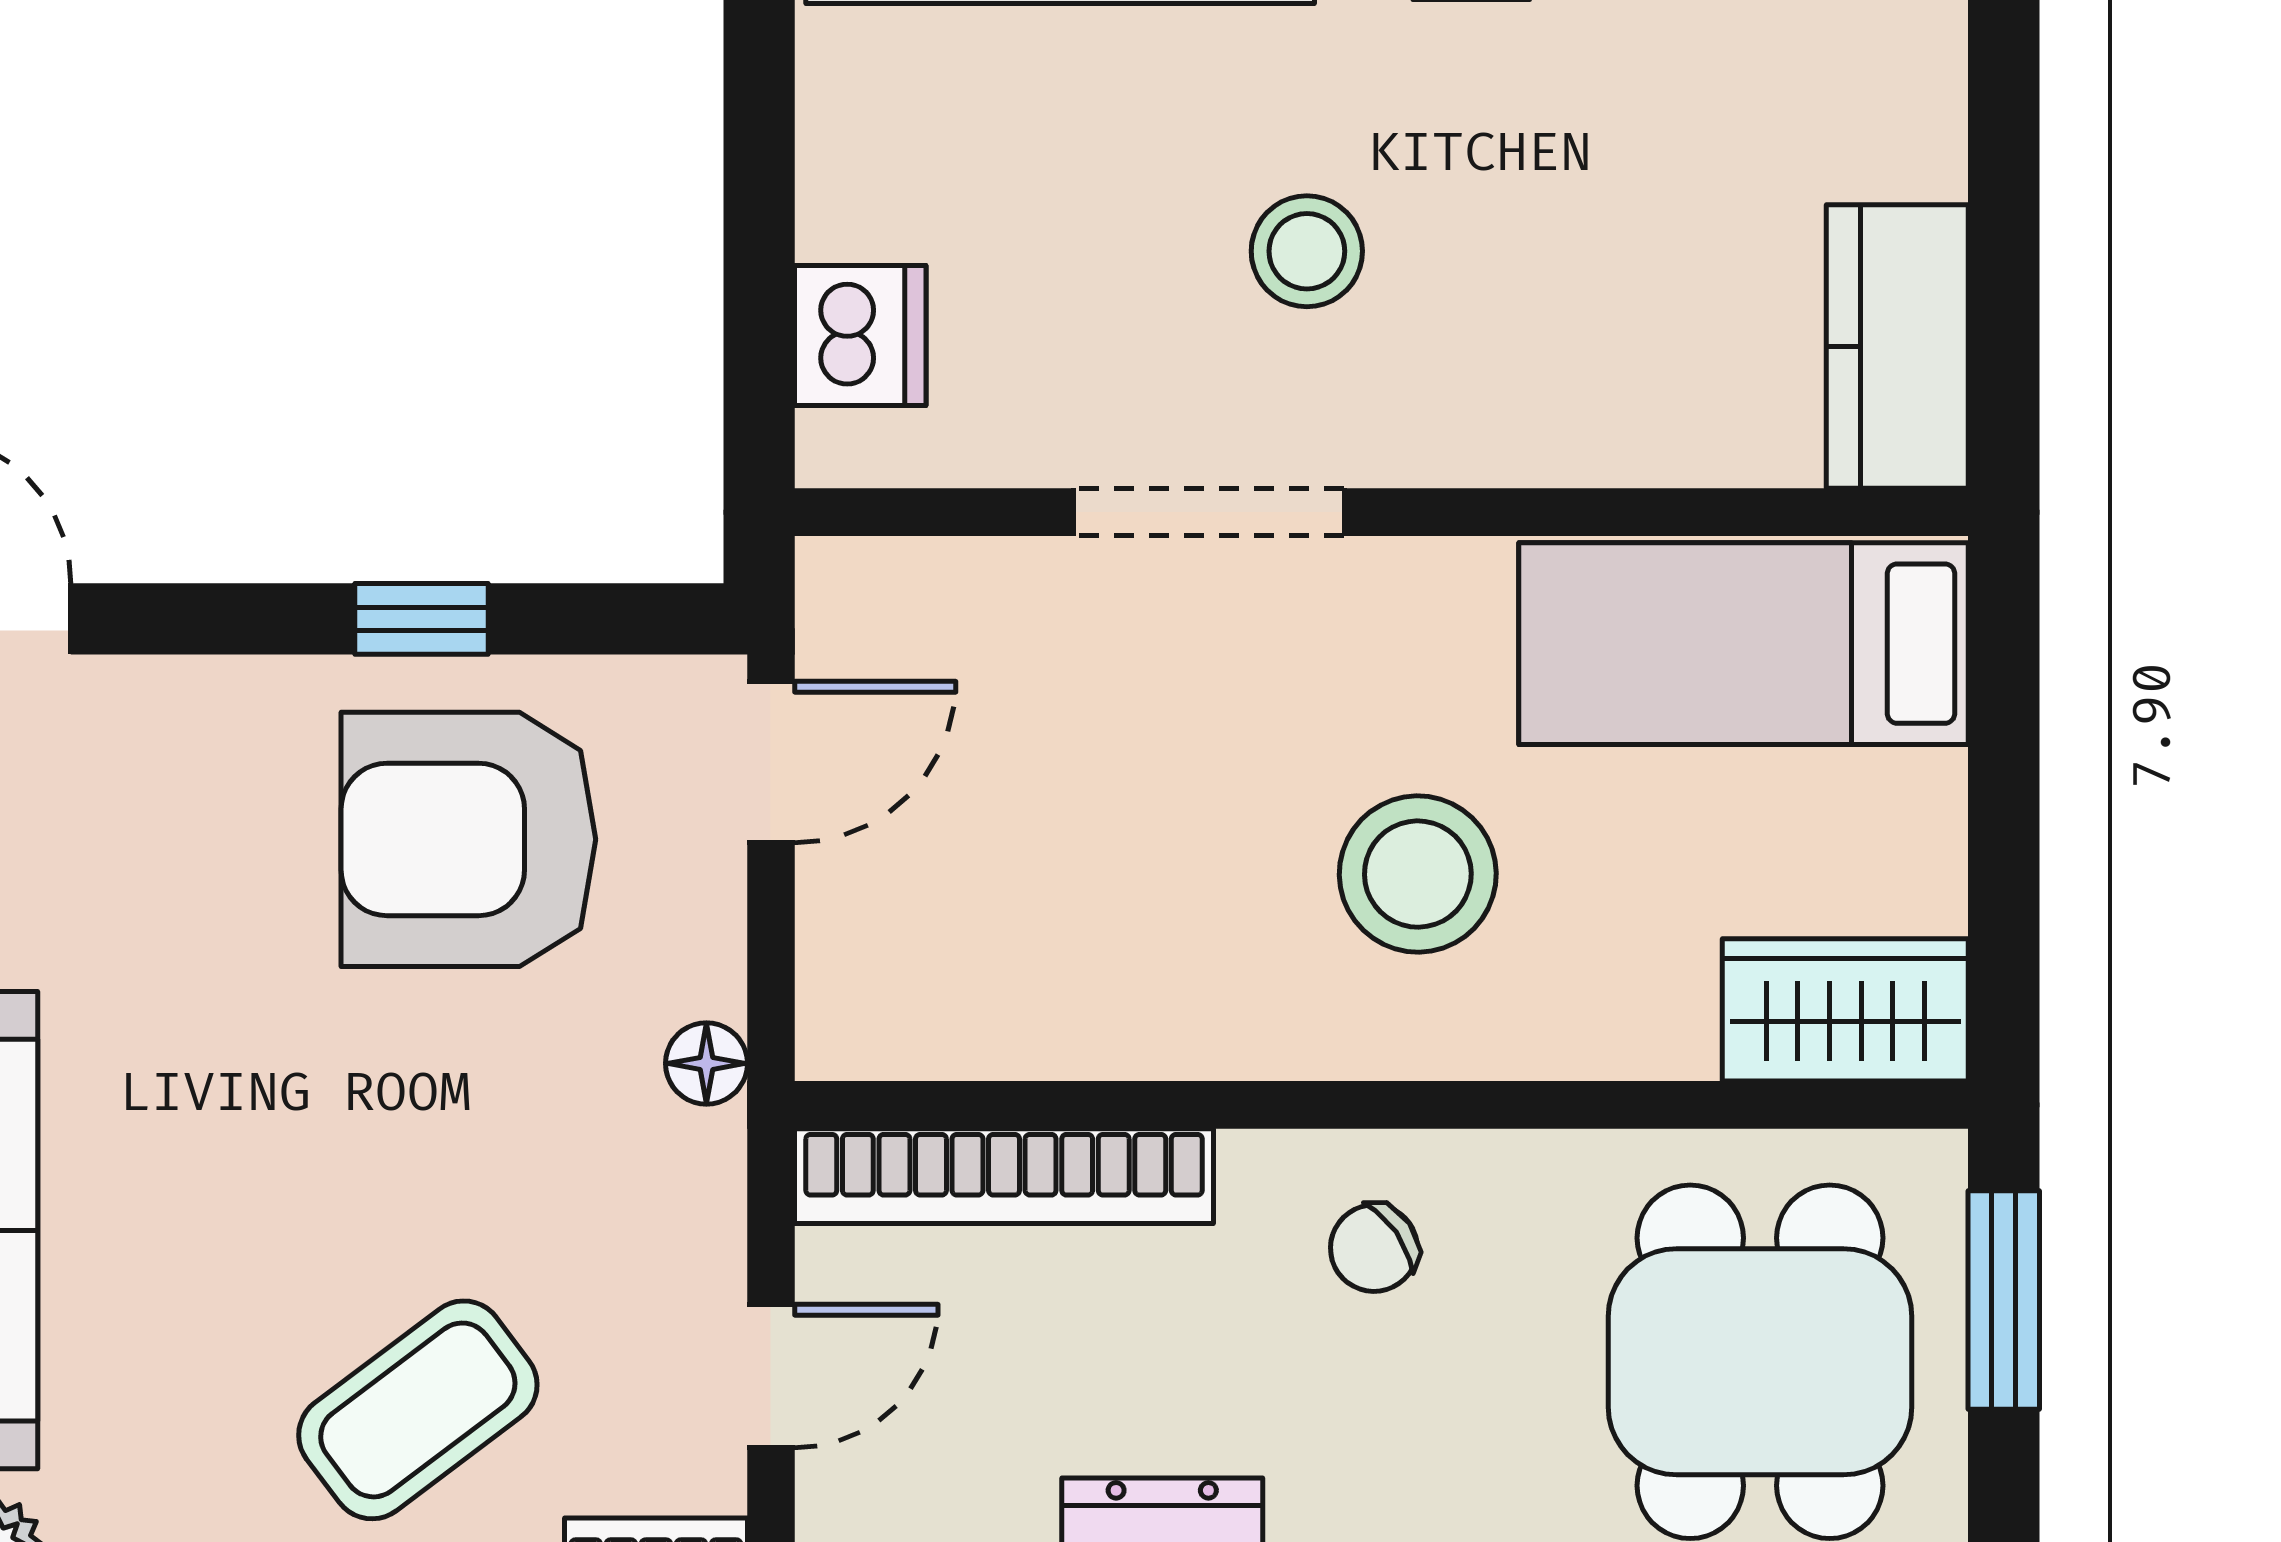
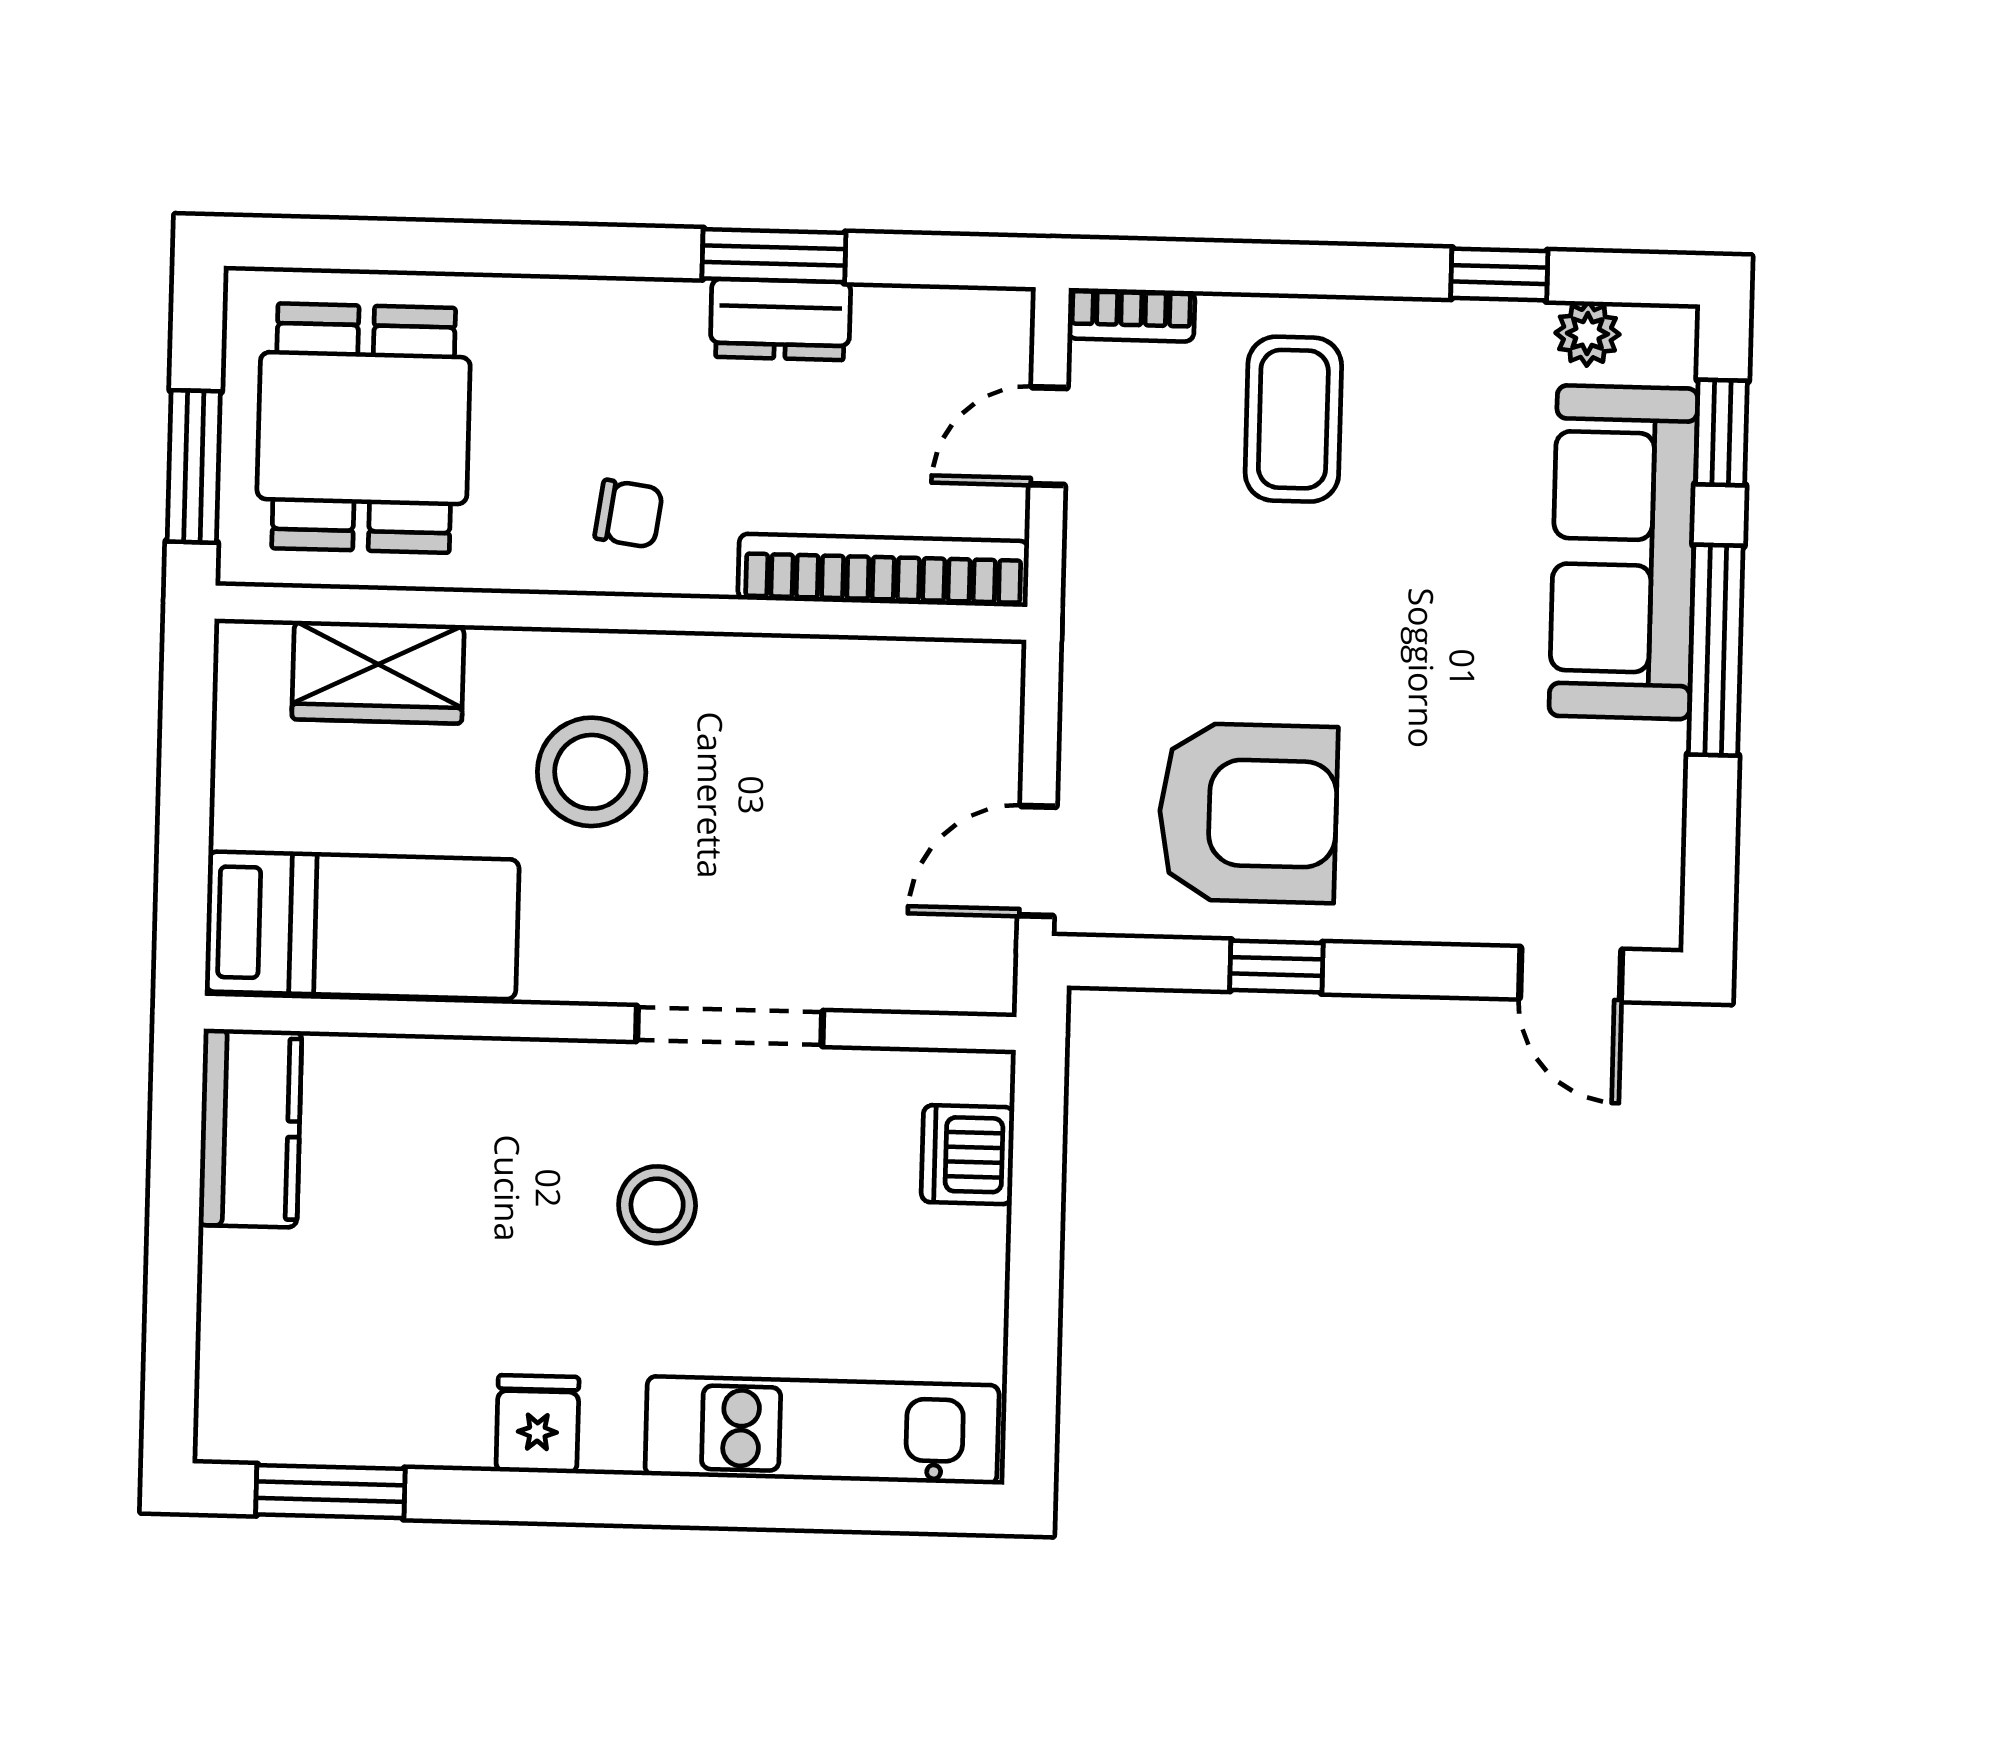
wardrobe: (1845, 1010) -> (378, 672), moved
floor lamp: (706, 1063) -> (1087, 654), removed
chair: (1374, 1248) -> (629, 514), turned 43
coffee table: (418, 1410) -> (1293, 419), turned -53

